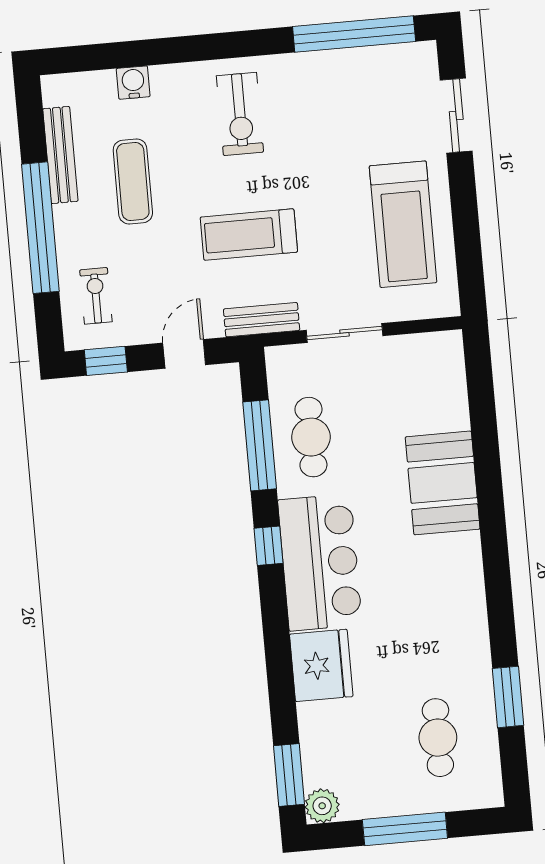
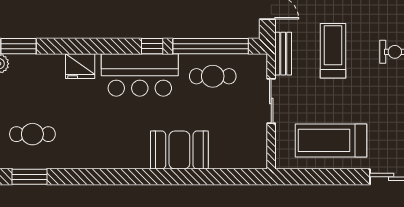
window: (260, 445) -> (211, 46), width x1.46
fridge: (321, 665) -> (80, 66), width x0.73, depth x0.75
window: (508, 697) -> (29, 177), moved

